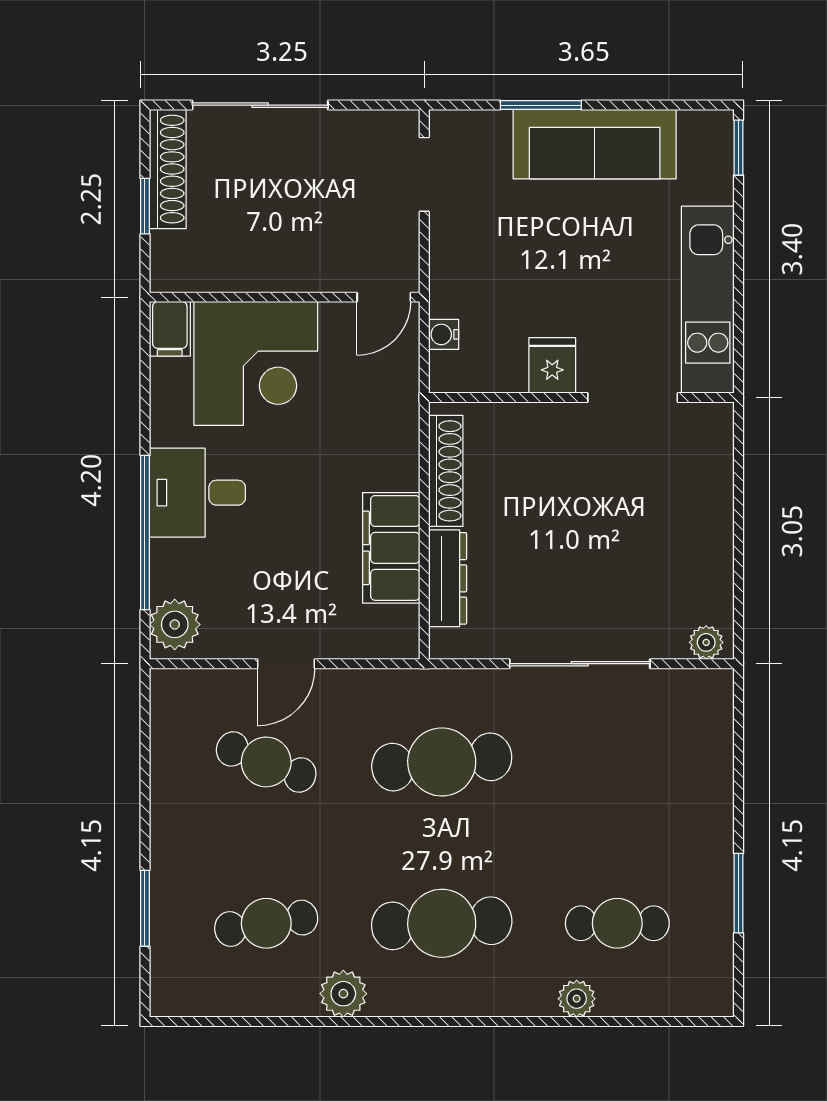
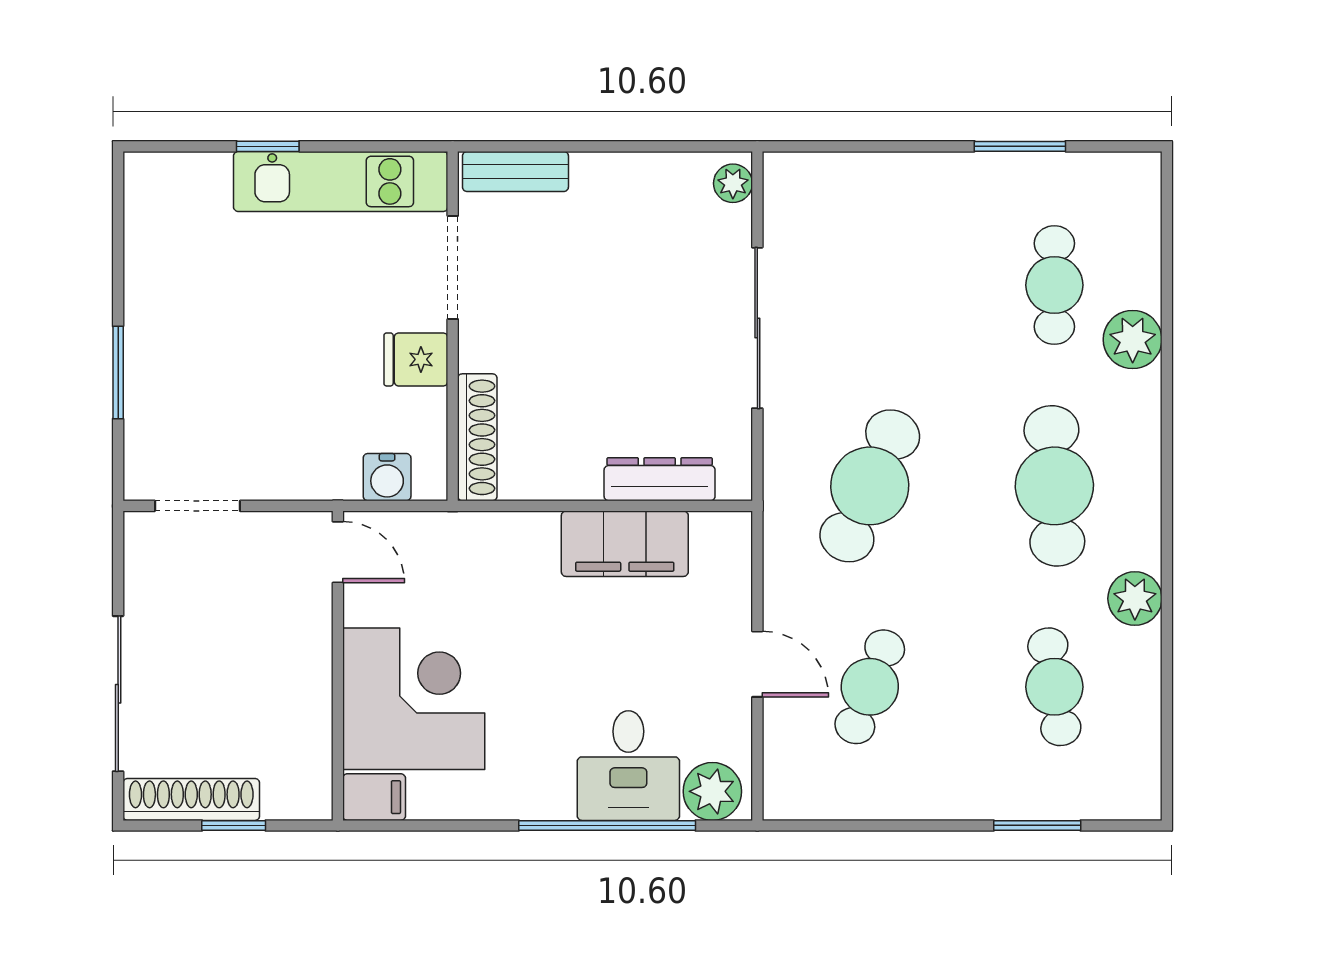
sofa: (595, 144) -> (163, 311), removed
window: (738, 148) -> (268, 146), moved
water cooler: (444, 334) -> (387, 477), width x1.38, depth x1.38
bench: (716, 452) -> (515, 171), added
shoe rack: (446, 471) -> (477, 437), moved, turned 90
desk: (197, 493) -> (628, 766), moved
cafe table: (442, 762) -> (870, 486), turned 30
plant: (577, 999) -> (1133, 339), width x1.38, depth x1.38

